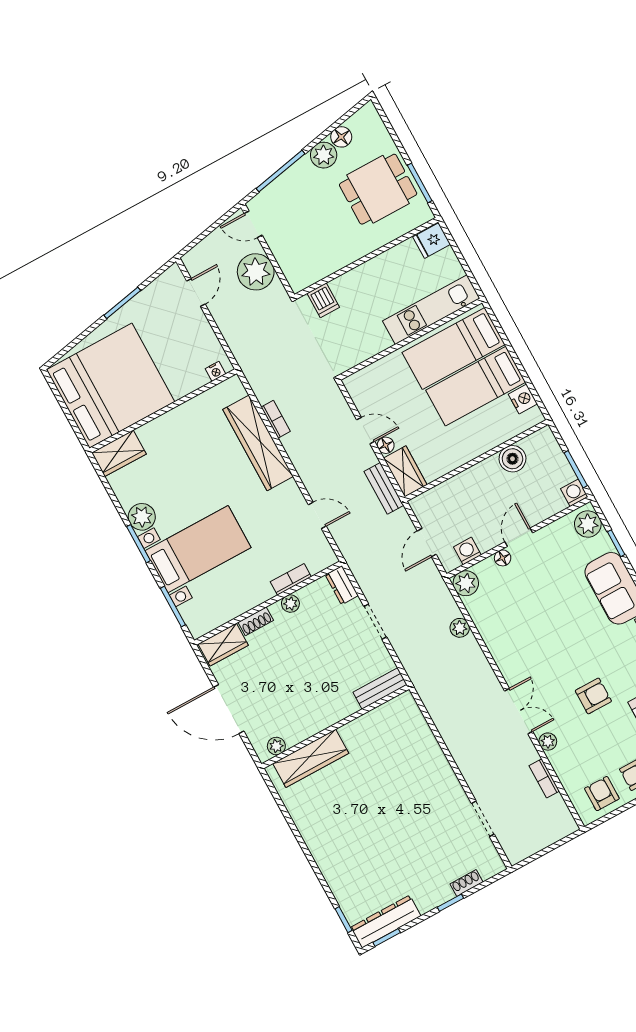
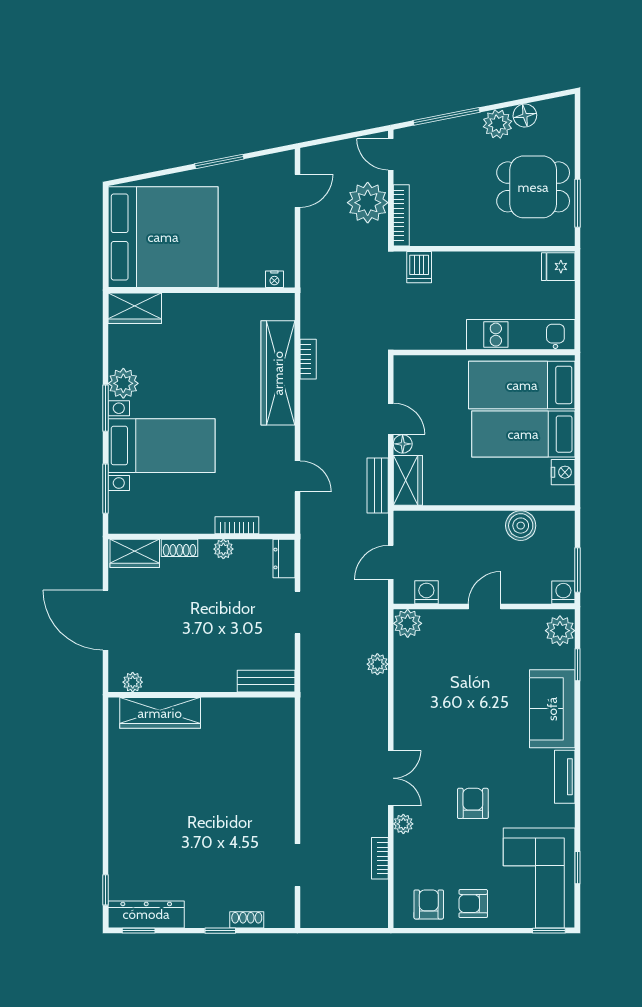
bookcase: (287, 267) -> (401, 215), added
floor lamp: (503, 558) -> (457, 618), removed
armchair: (593, 696) -> (473, 803), turned -90

